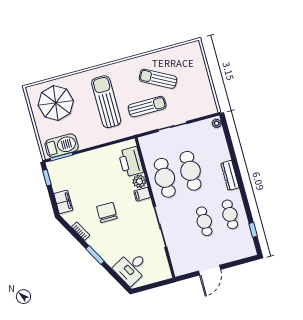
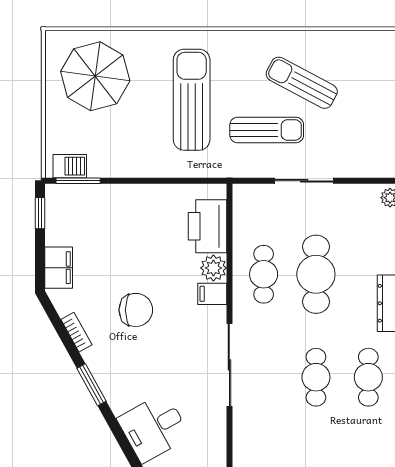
barbecue: (62, 146) -> (70, 166), width x0.53, depth x0.65
cafe table: (165, 178) -> (264, 274), width x0.73, depth x0.74
chair: (107, 212) -> (136, 310), turned 90

